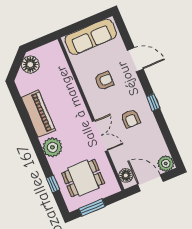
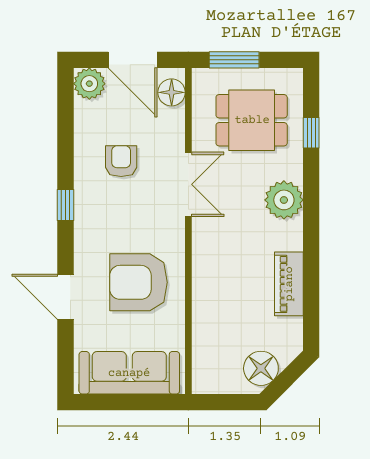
armchair: (104, 81) -> (138, 282), width x1.88, depth x1.88
piano: (38, 114) -> (289, 284), width x0.73, depth x0.75
armchair: (131, 119) -> (121, 161), moved
double door: (100, 136) -> (188, 184), swing flipped
window: (92, 207) -> (234, 60), moved

